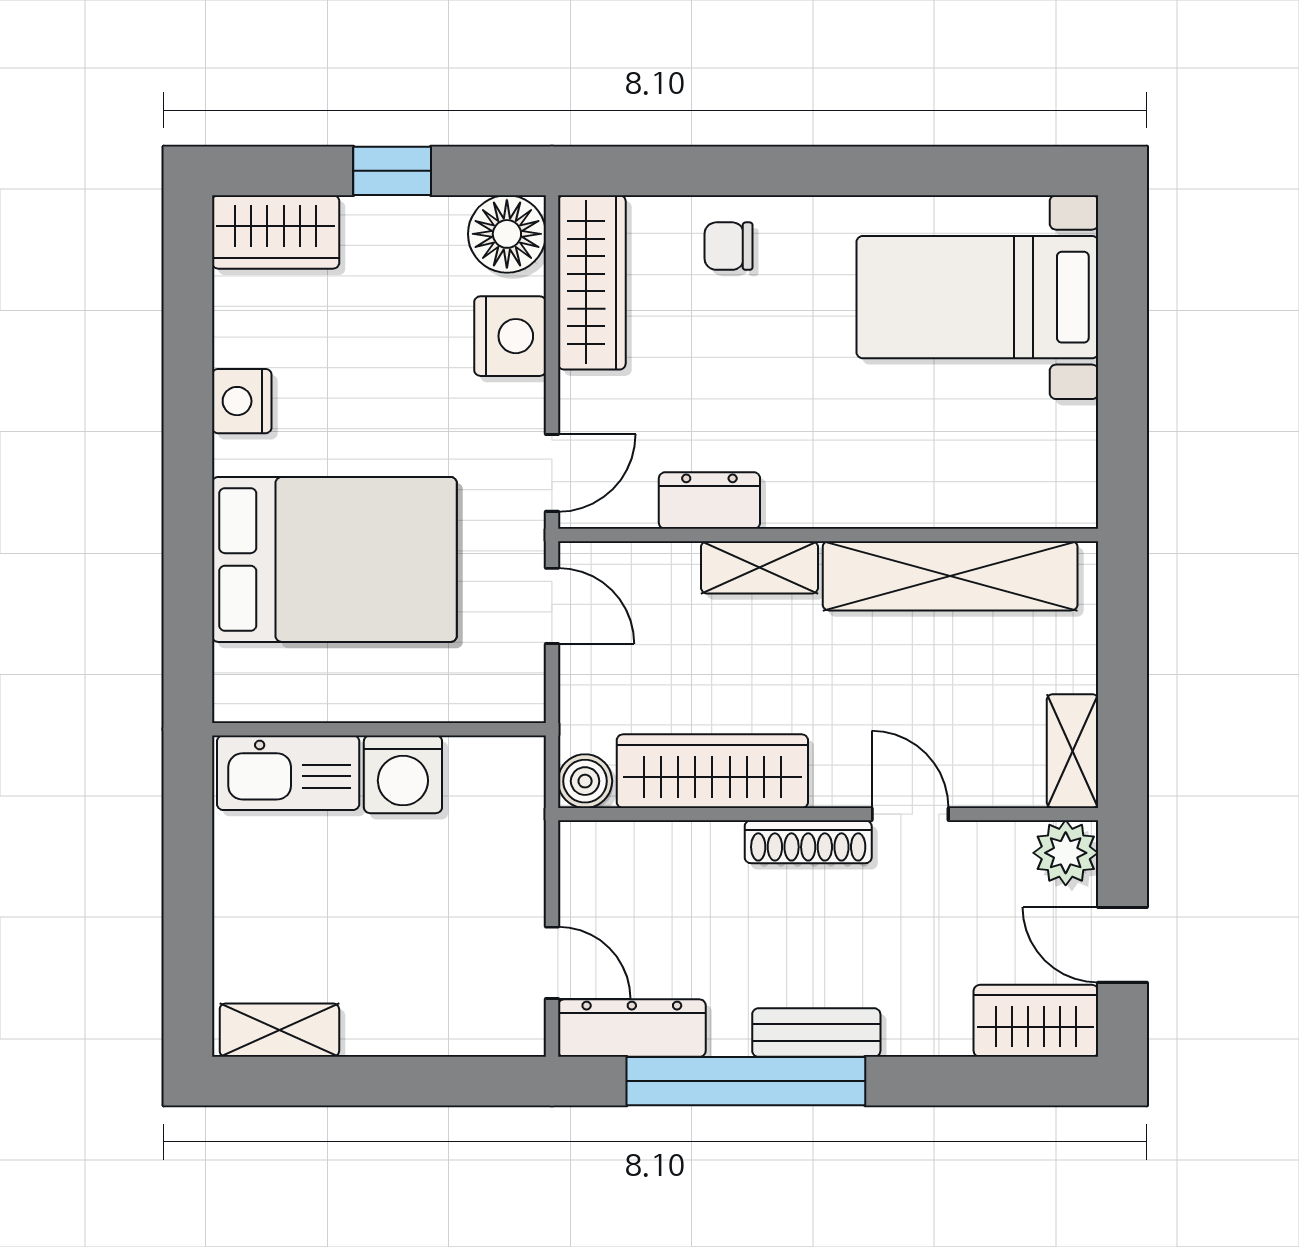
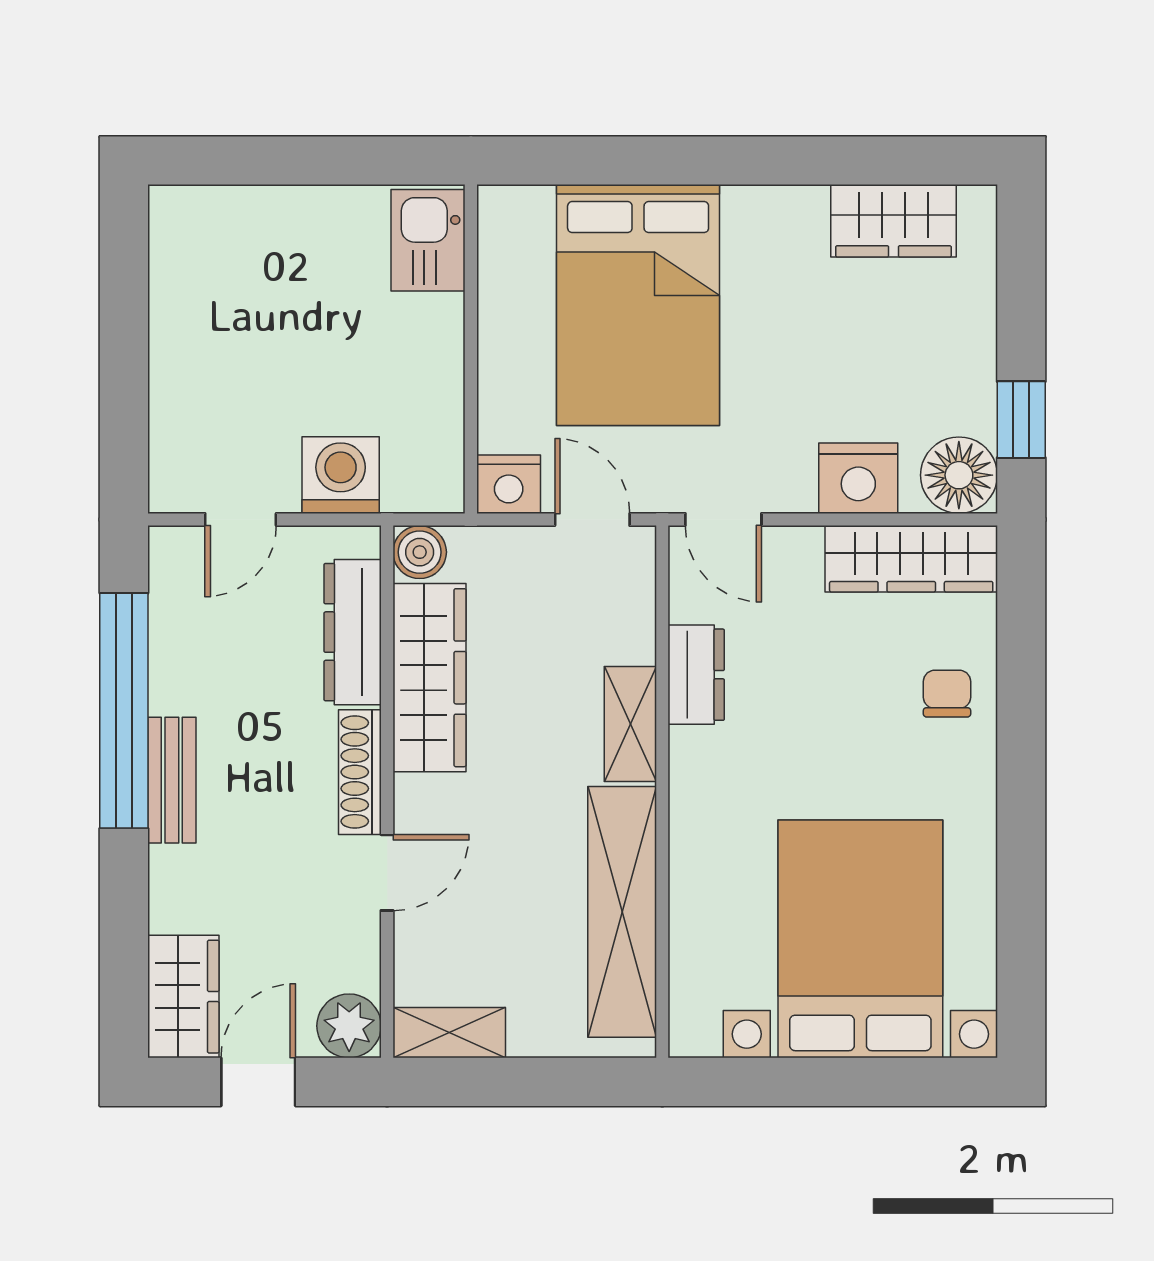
window: (392, 171) -> (1021, 420), moved
wardrobe: (276, 232) -> (894, 221), moved, turned -90
bed with nightstands: (977, 297) -> (860, 939), width x1.36
nightstand: (242, 401) -> (509, 484), moved, turned 180
door: (552, 606) -> (592, 520), swing flipped
kitchen sink: (288, 773) -> (428, 240), width x0.73
washing machine: (403, 774) -> (341, 475), moved, turned 90
dresser: (632, 1028) -> (353, 632), moved, turned 180
shelving: (279, 1030) -> (174, 251), removed

